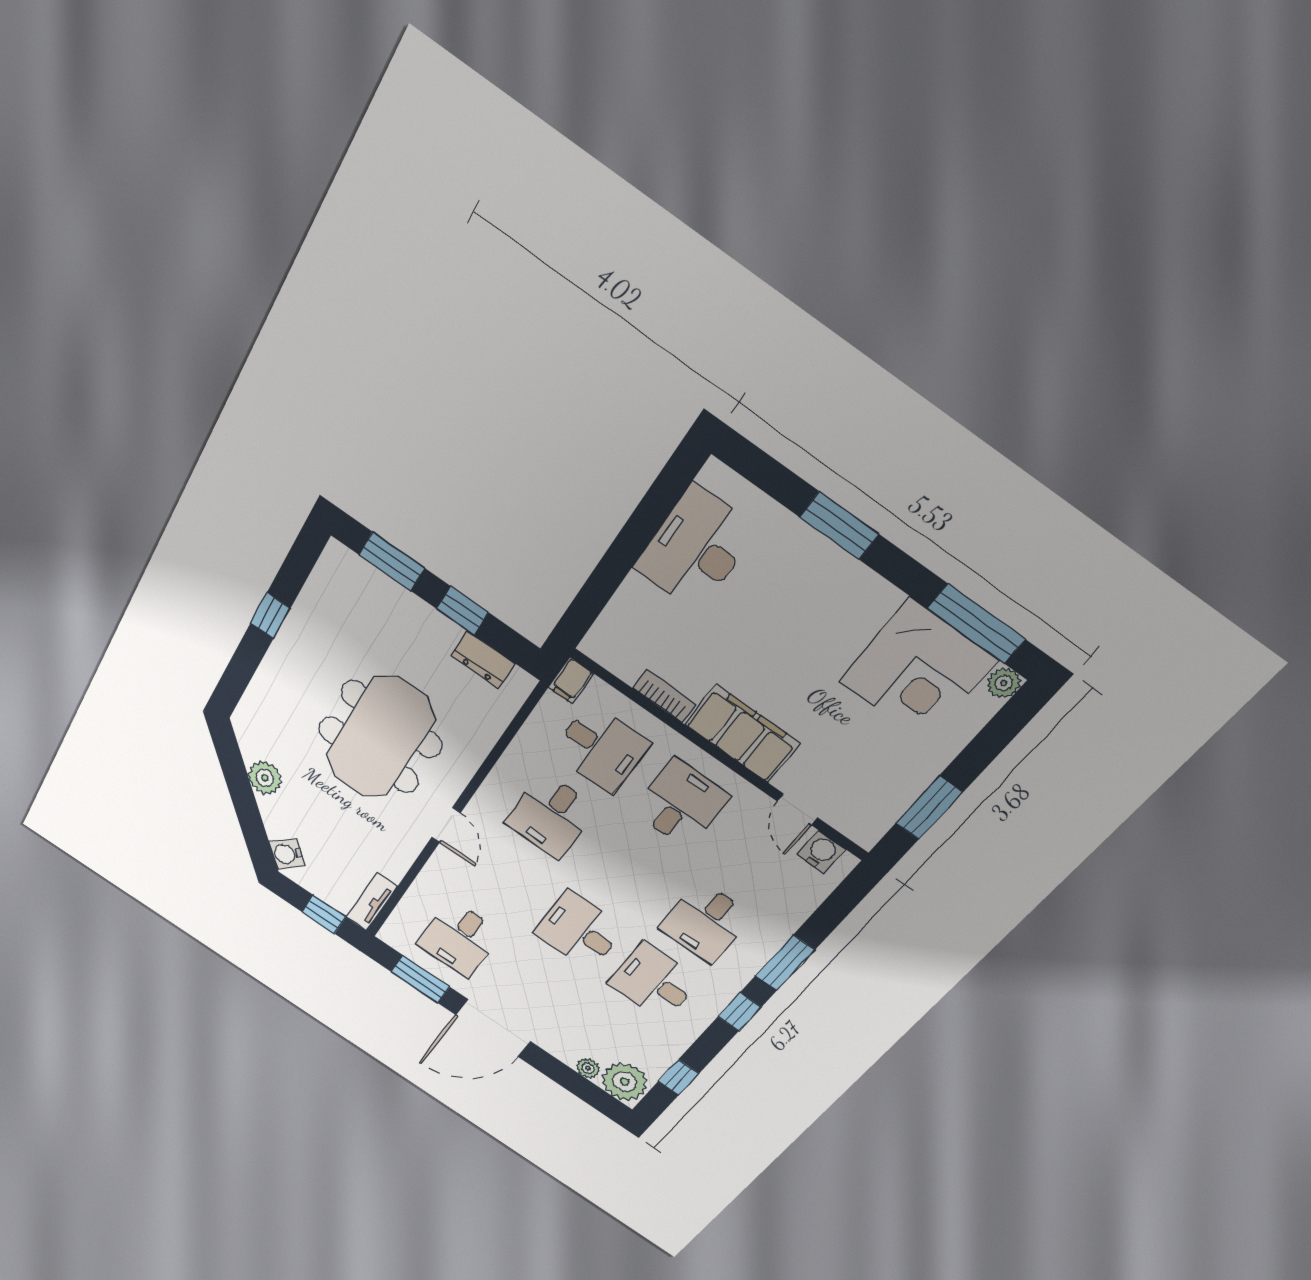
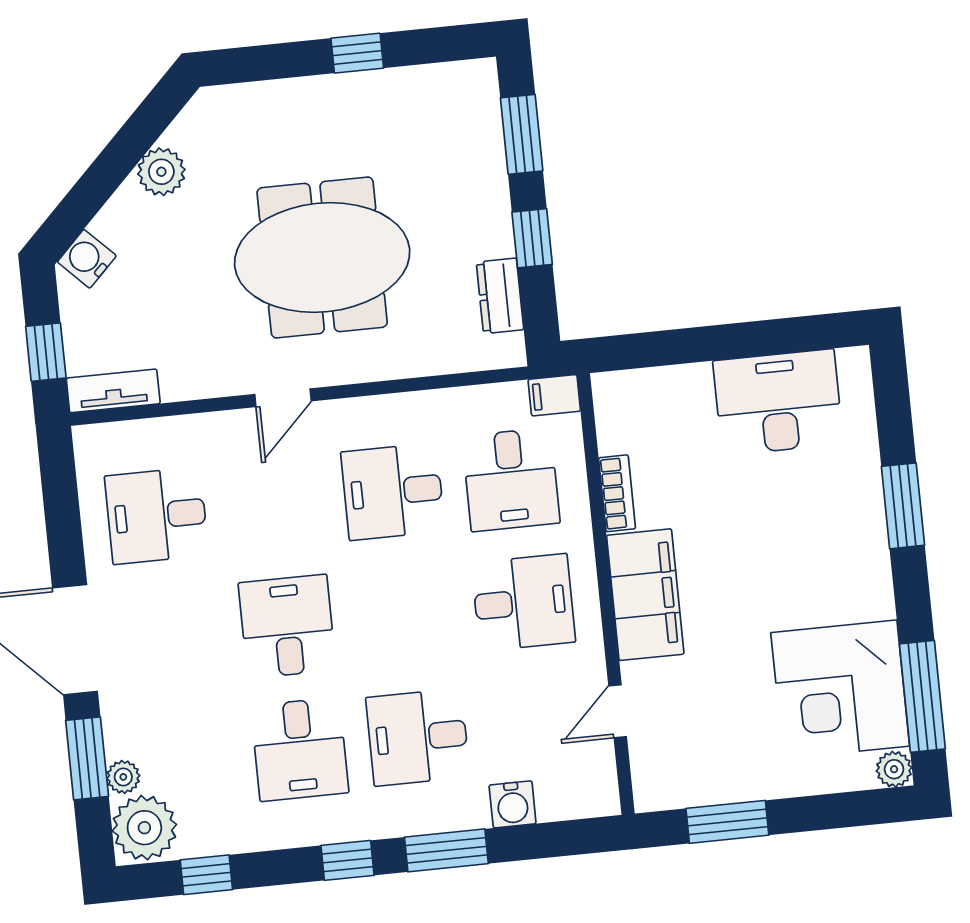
water cooler: (821, 852) -> (513, 804), moved, turned 90
window: (420, 979) -> (87, 758), moved
desk: (654, 982) -> (300, 749), turned 180

